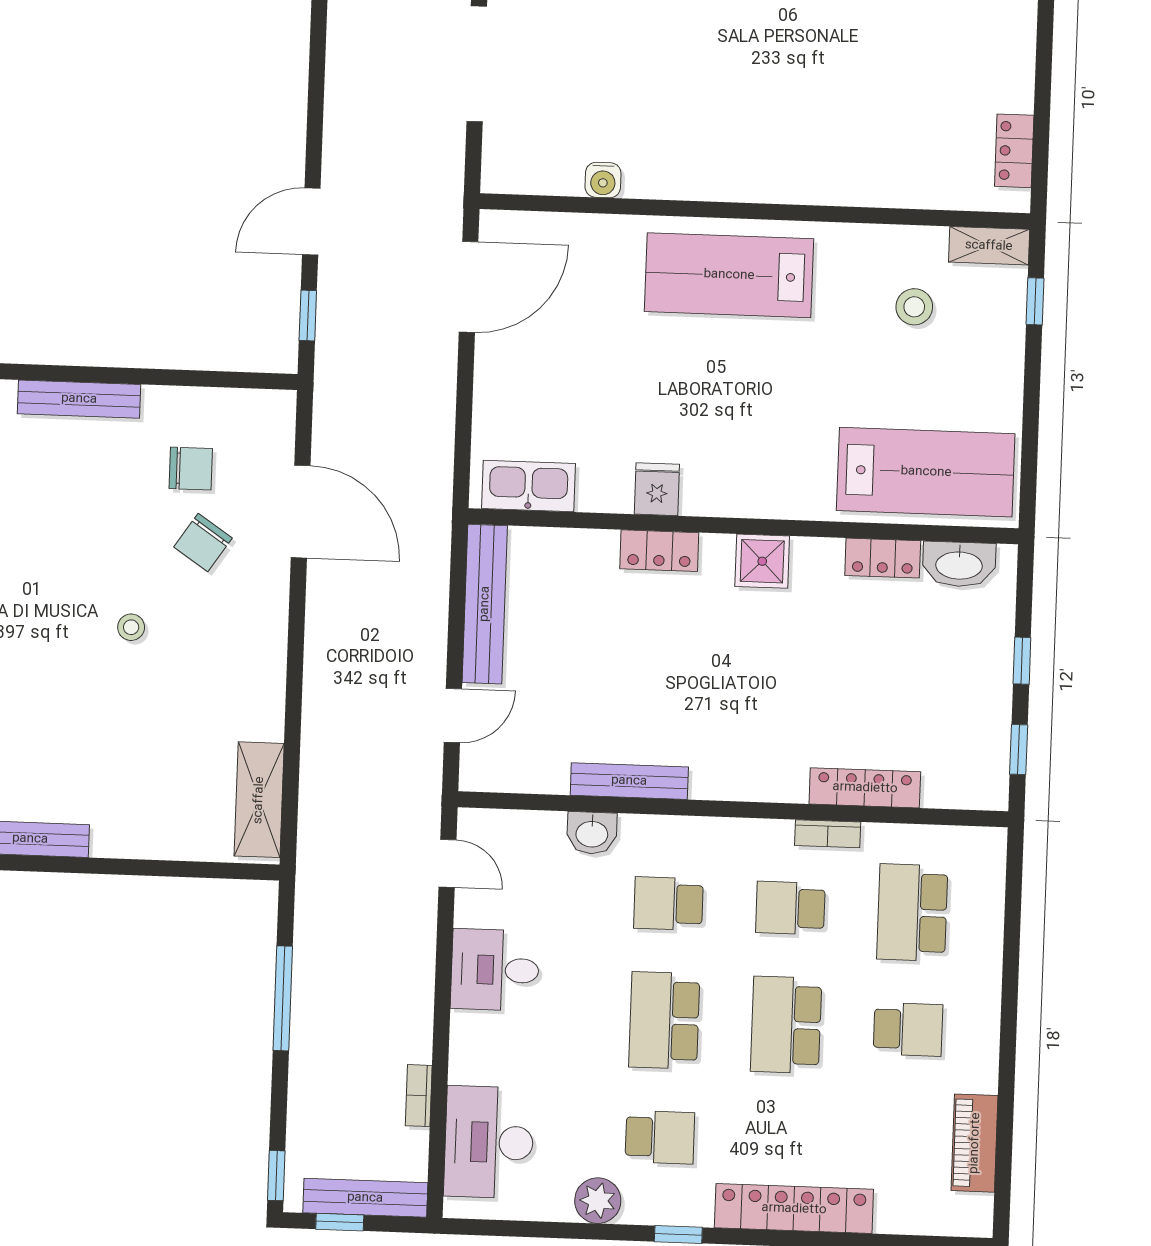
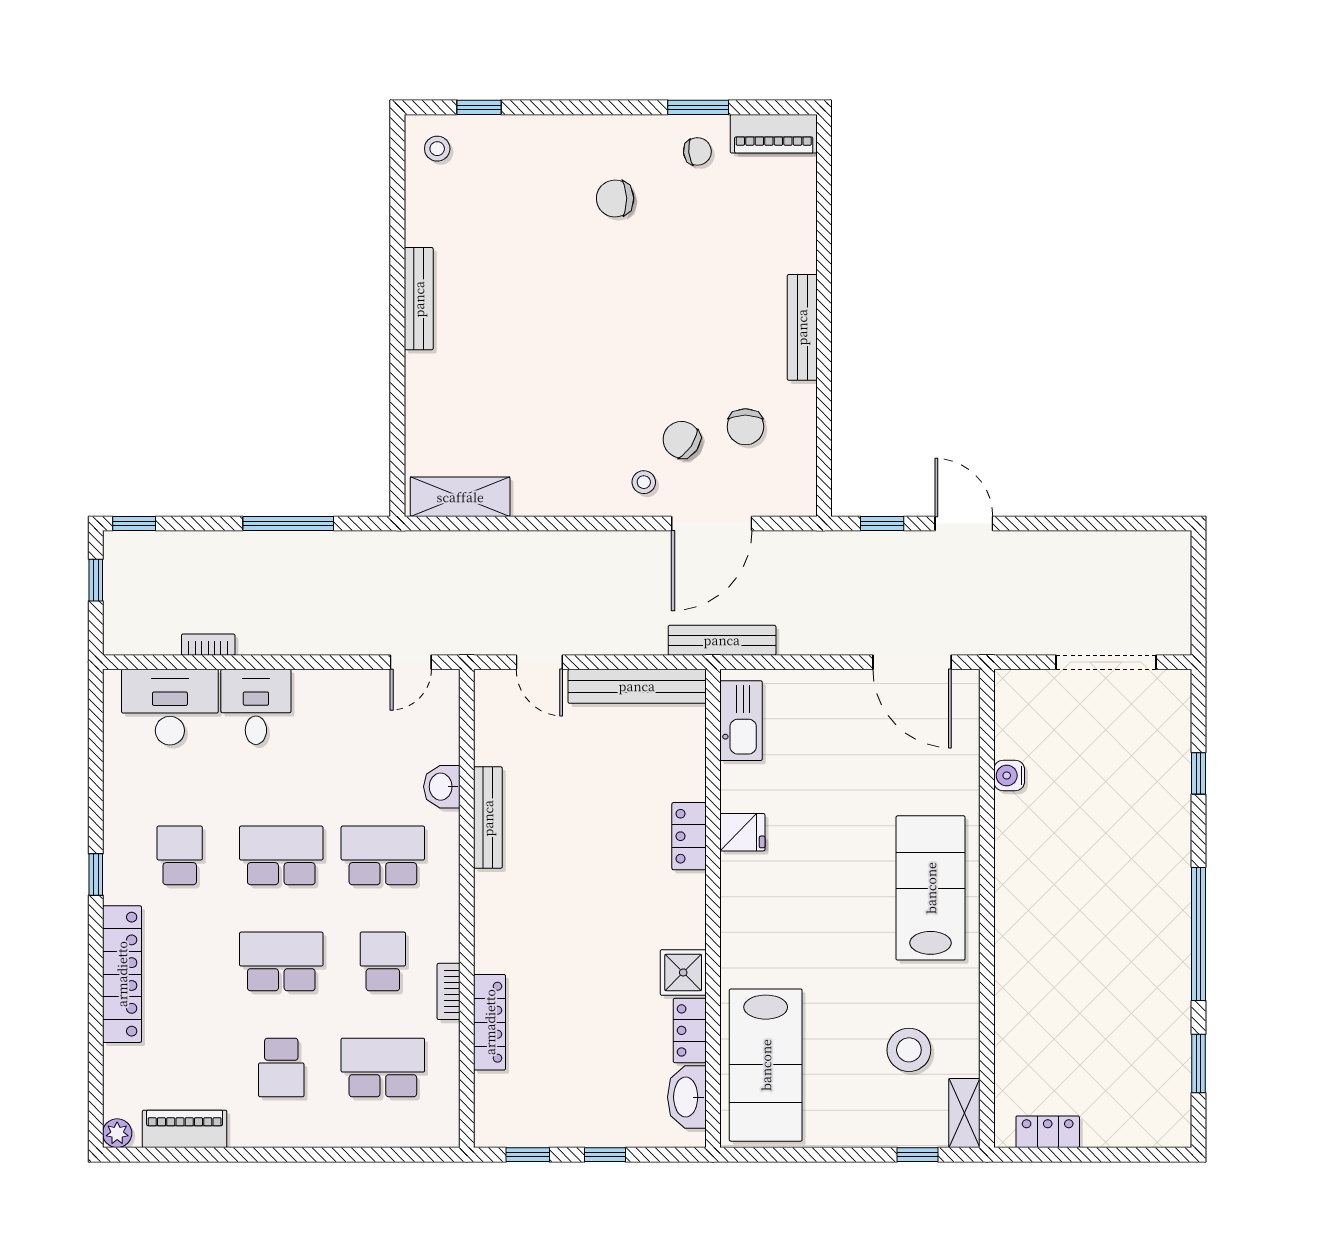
stool: (914, 307) -> (909, 1050), width x1.38, depth x1.38
shower: (762, 561) -> (683, 972), moved
stool: (131, 627) -> (644, 482), moved
school desk: (668, 904) -> (383, 855), width x1.85
desk: (495, 970) -> (256, 707), moved
school desk: (660, 1137) -> (180, 855), turned 180
bench: (365, 1198) -> (722, 640), moved, turned 90
plant: (598, 1201) -> (117, 1133), moved, width x0.73, depth x0.73

